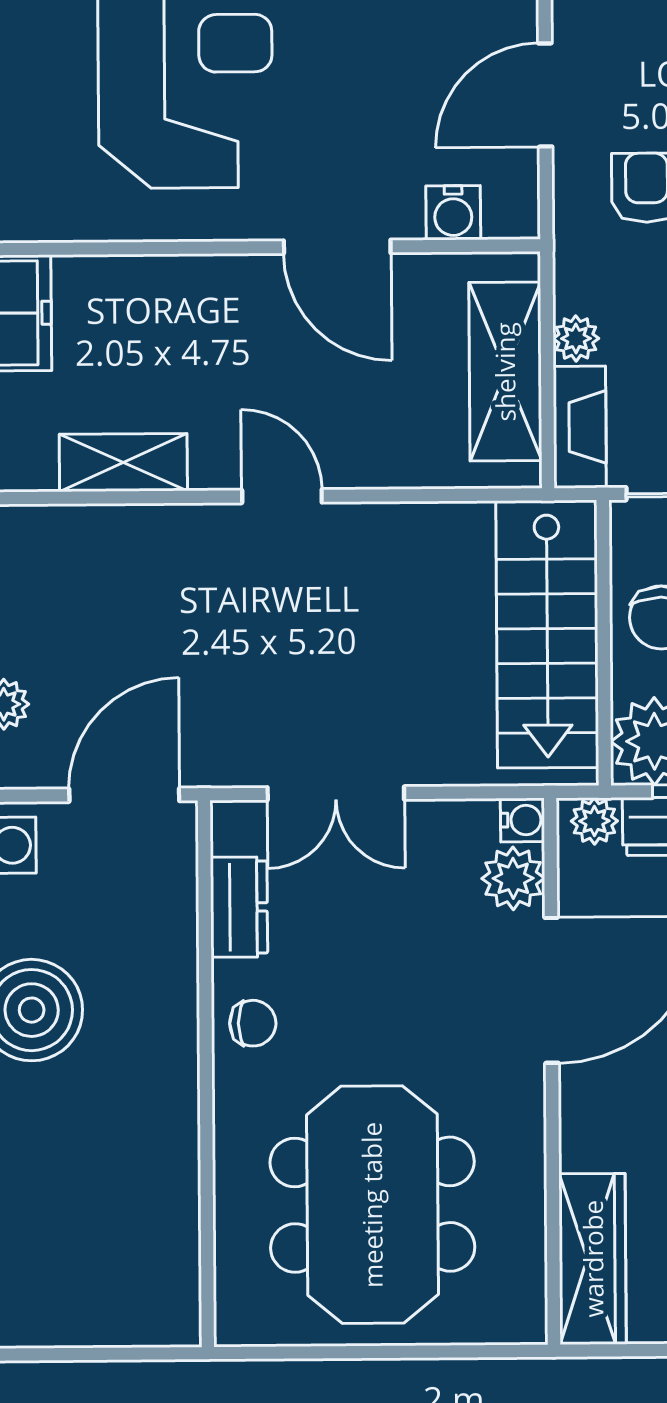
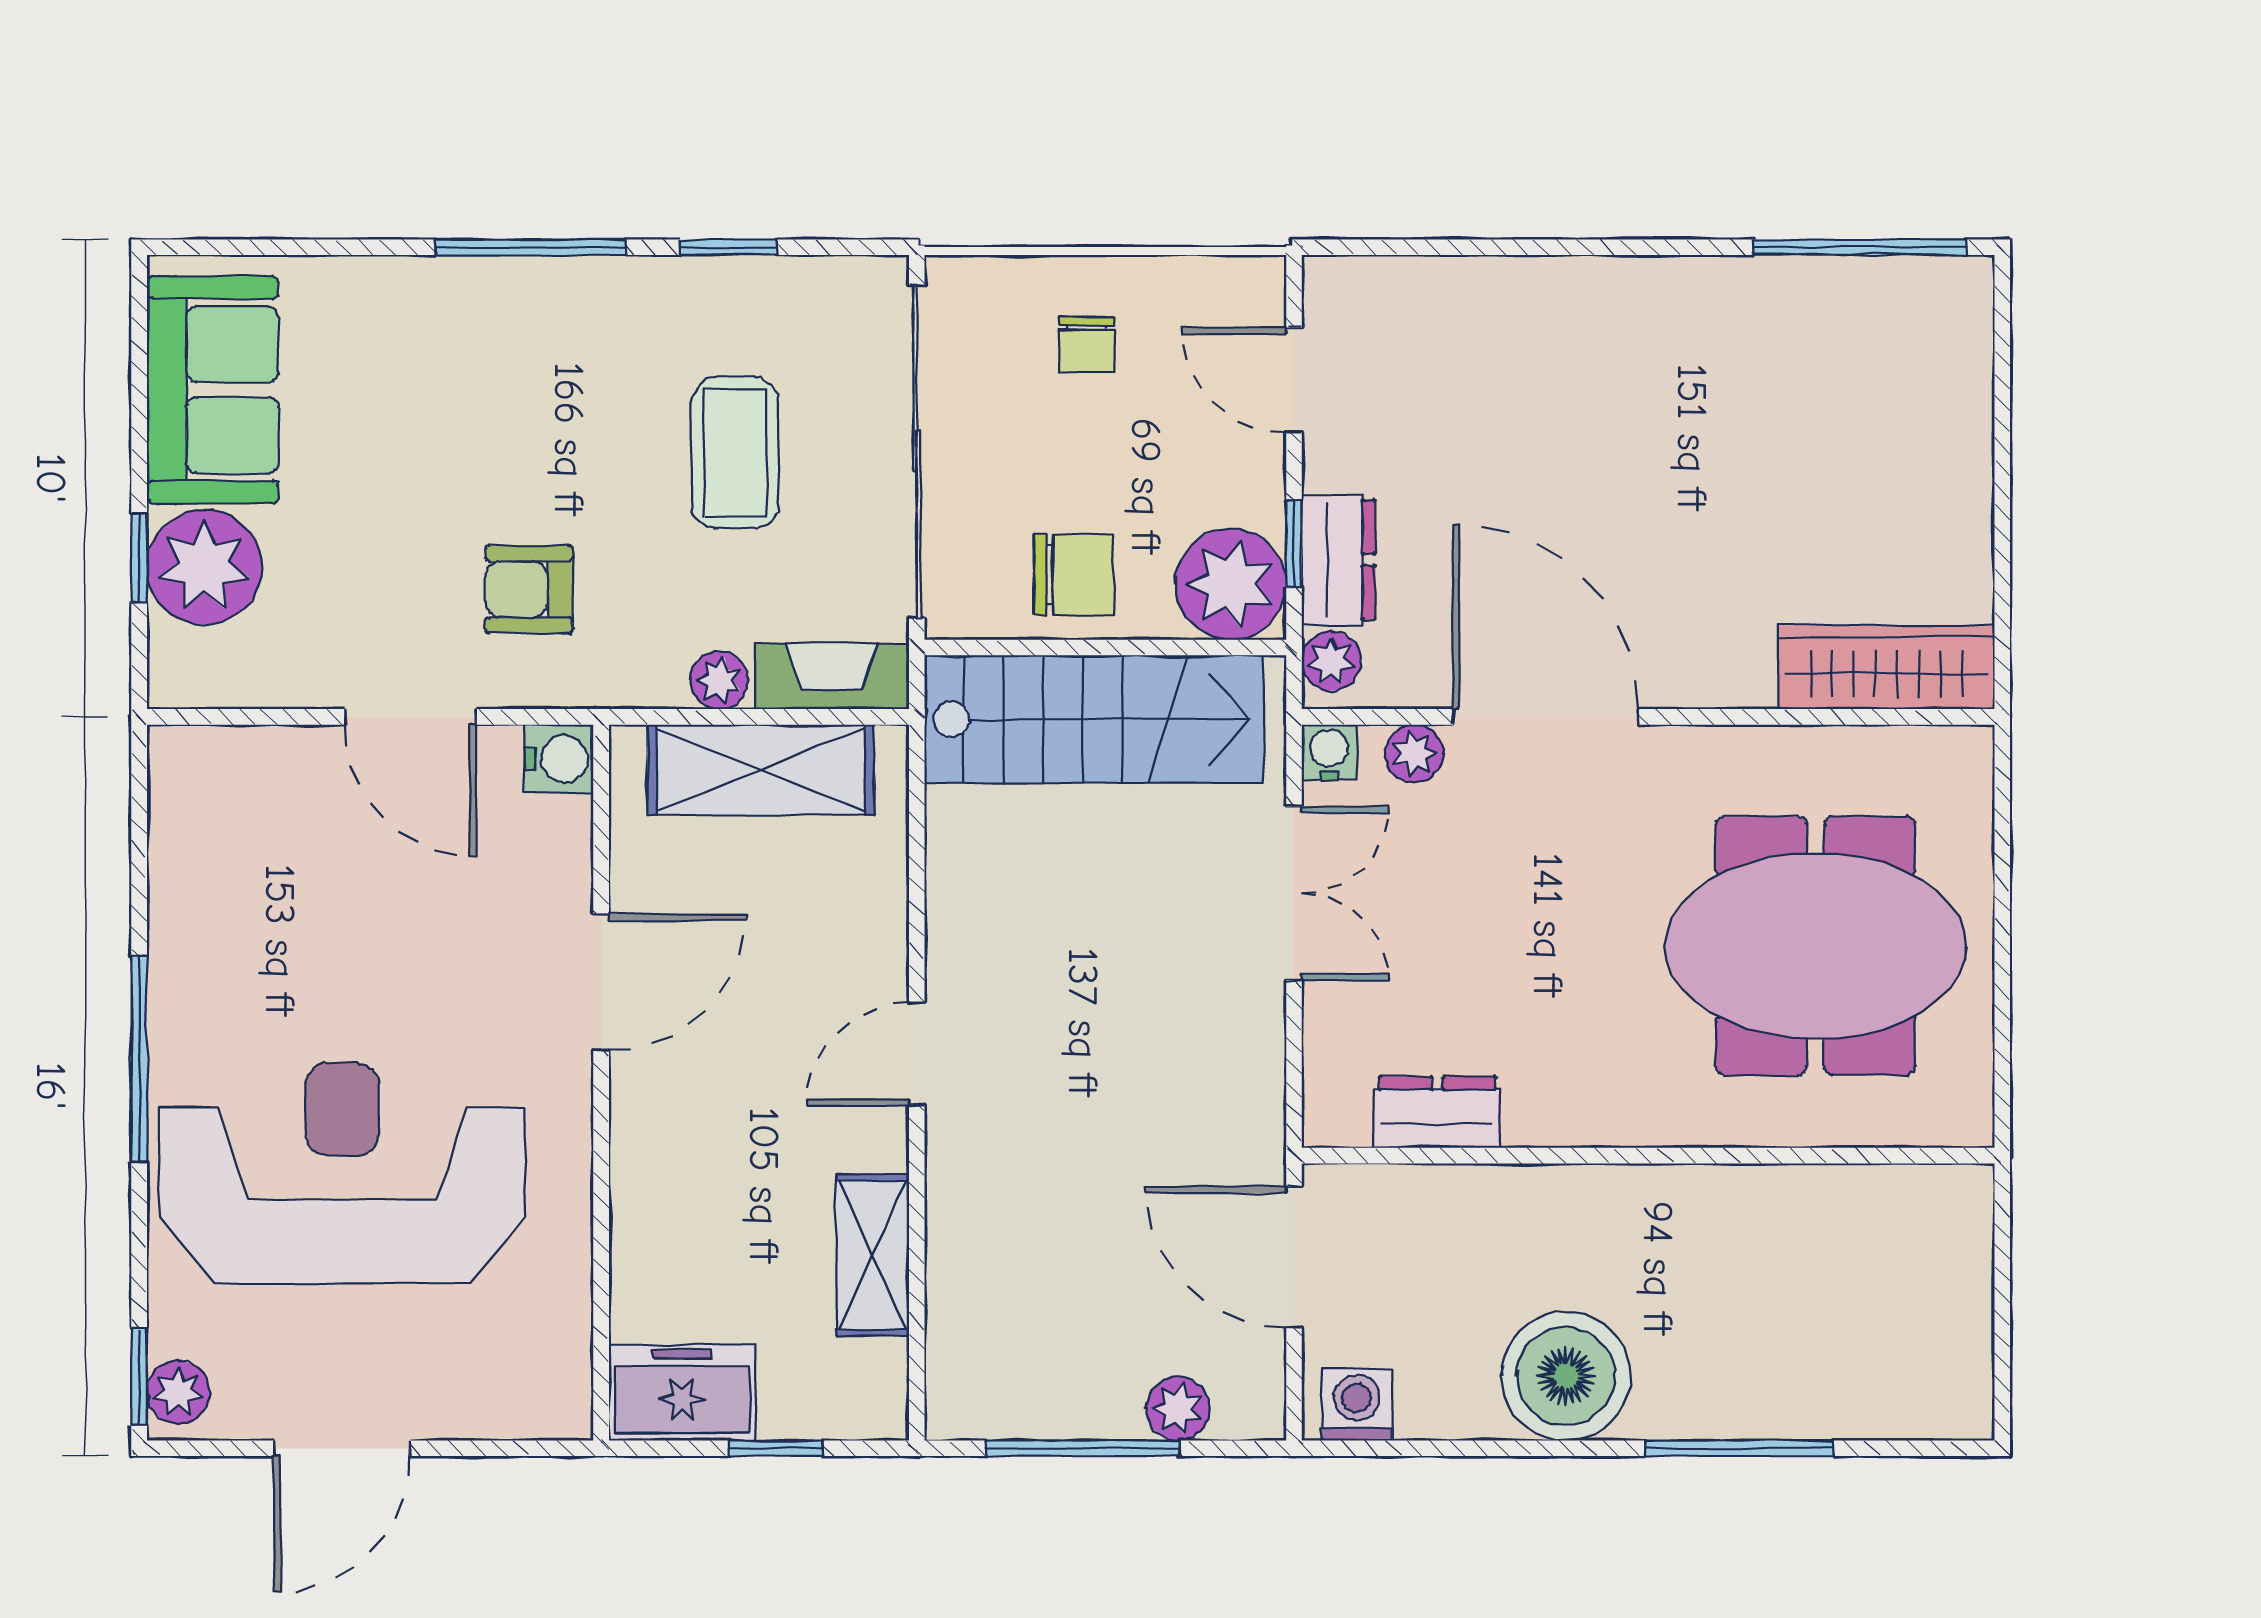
water cooler: (453, 213) -> (559, 759), moved
double door: (336, 793) -> (1294, 893), moved
plant: (513, 878) -> (1414, 754), width x0.73, depth x0.73
chair: (253, 1023) -> (1584, 1096), removed

